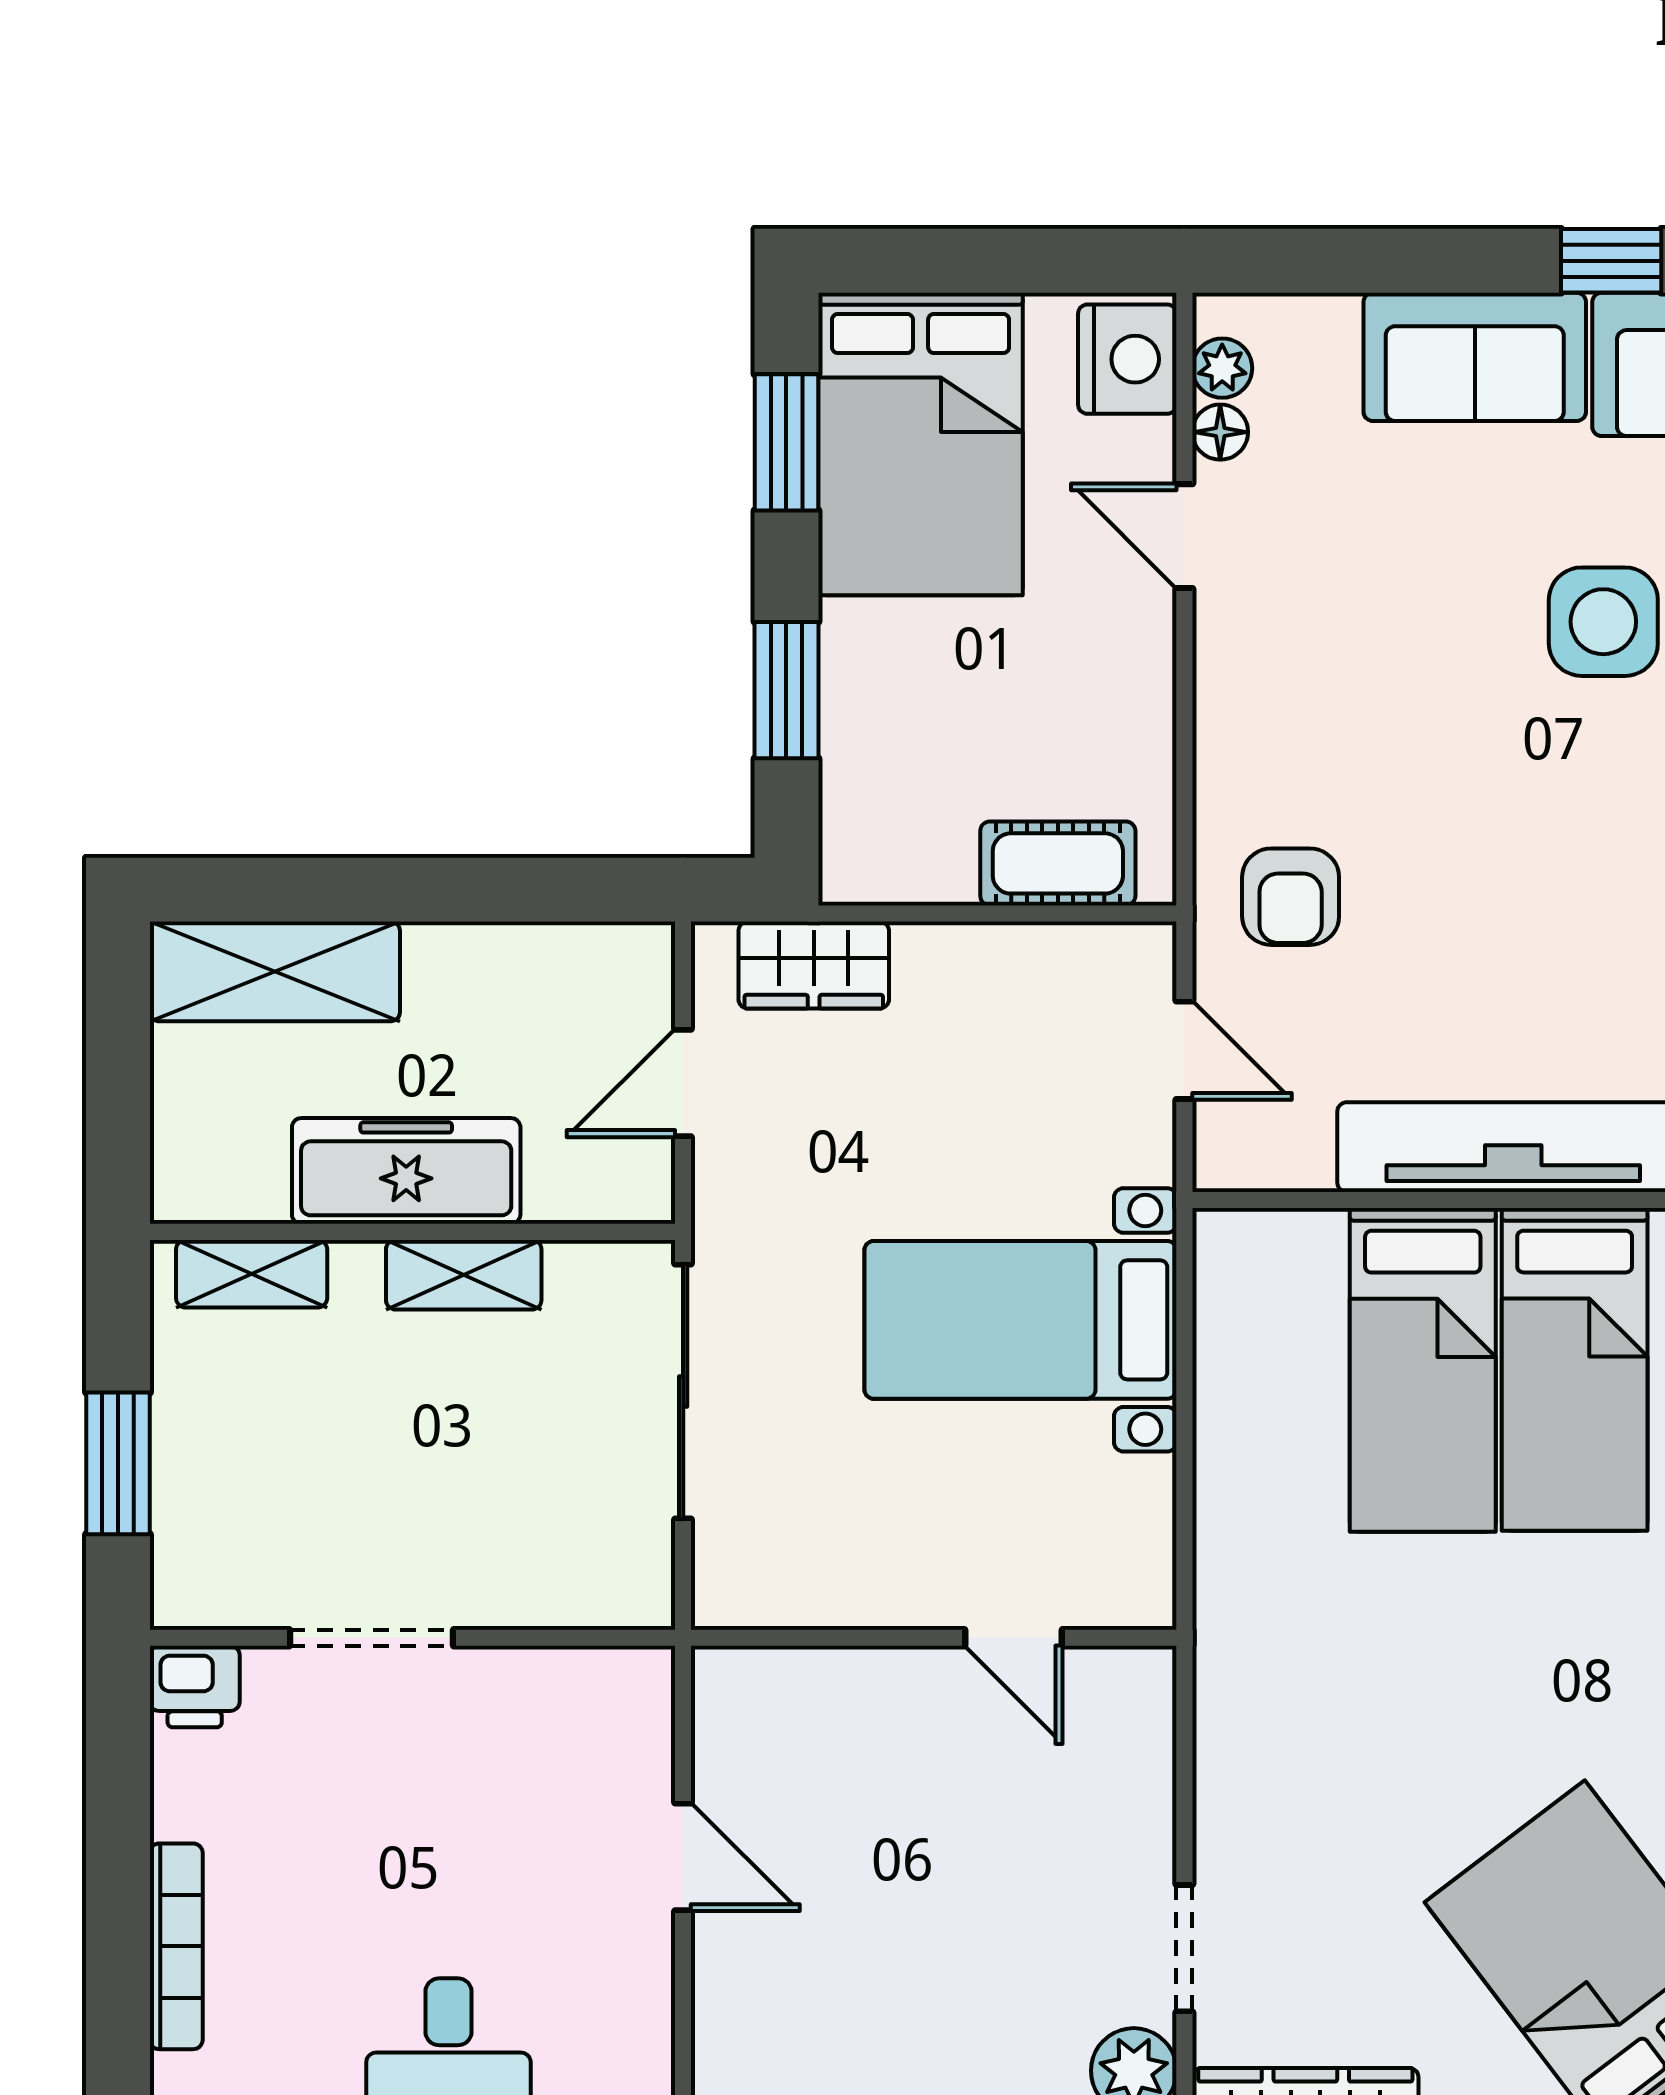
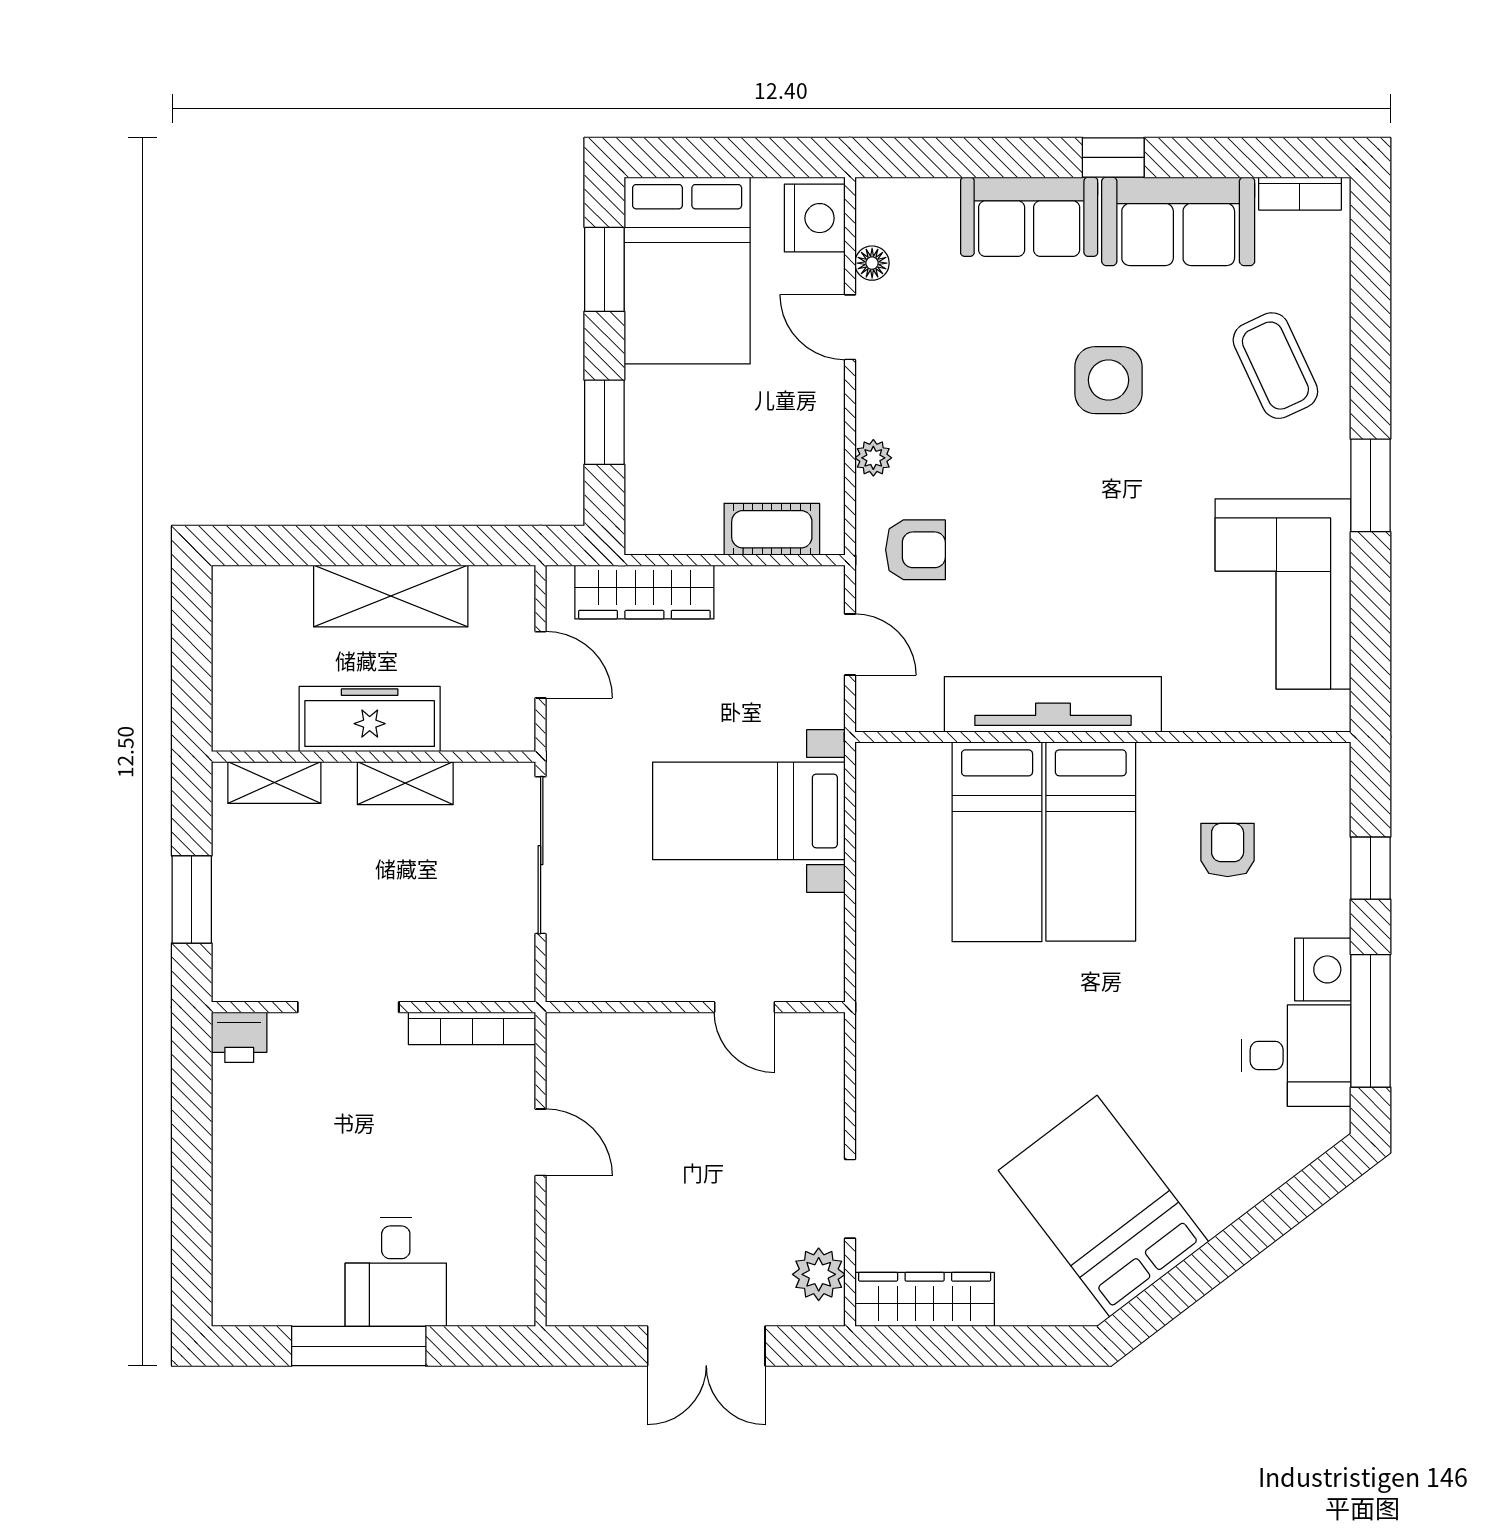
plant: (1222, 368) -> (873, 458), moved
armchair: (1291, 897) -> (915, 550), turned -90
wardrobe: (814, 965) -> (644, 592), width x1.50
shelving: (275, 971) -> (391, 596), moved
door: (683, 1083) -> (541, 665), swing flipped
bookcase: (176, 1946) -> (472, 1028), moved, turned 90

